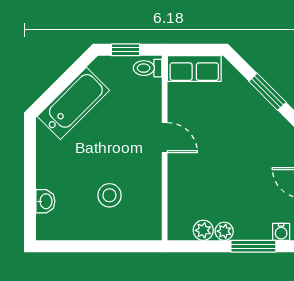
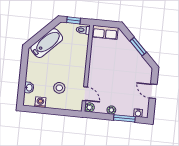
door: (165, 138) -> (85, 94), moved
washing machine: (72, 230) -> (40, 102), added
plant: (203, 230) -> (90, 107), moved

